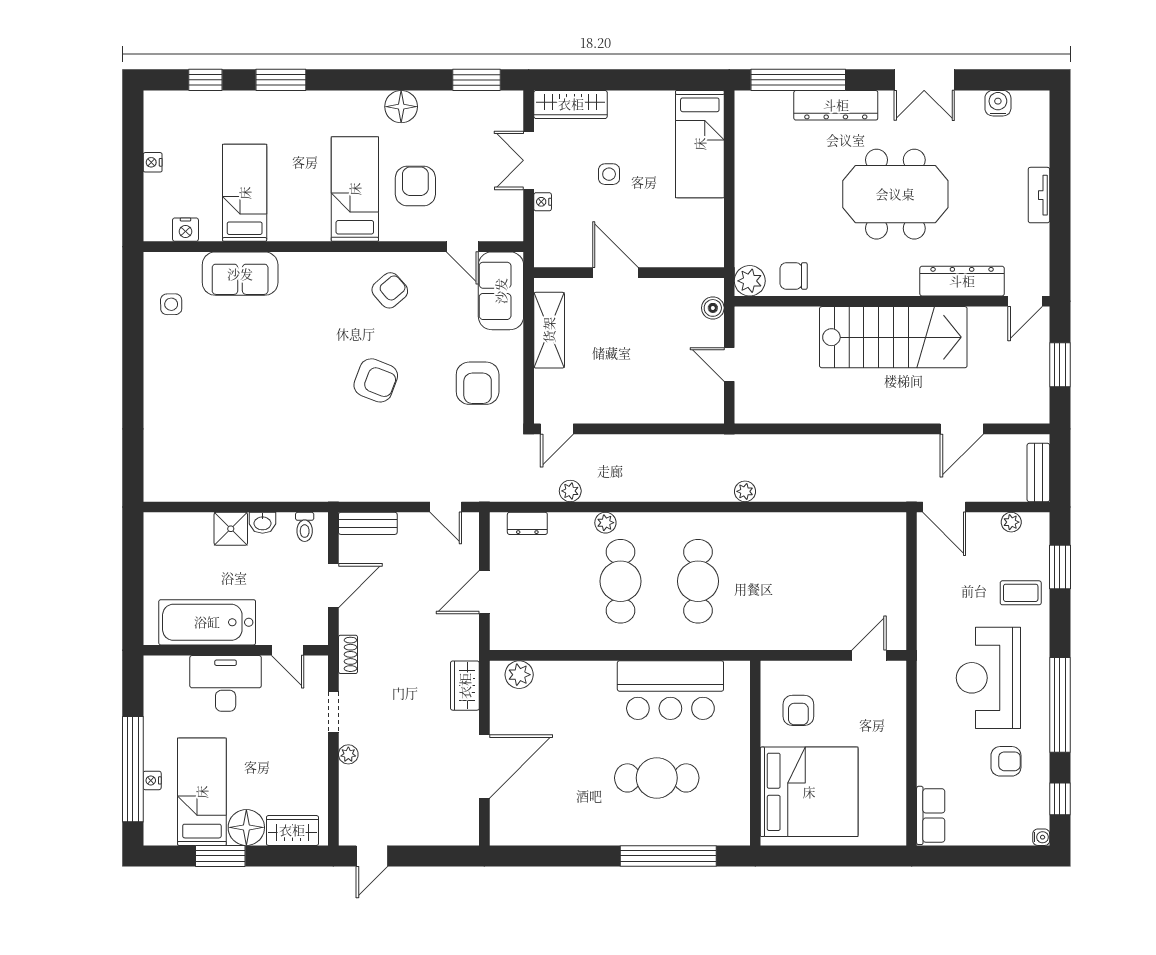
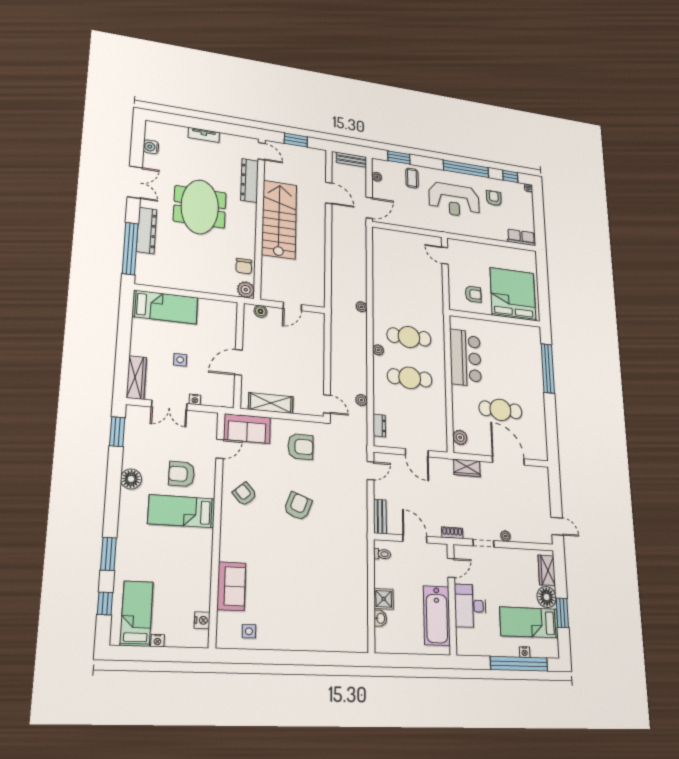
bed: (245, 193) -> (137, 614), moved, turned 90
washbasin: (263, 523) -> (380, 618), moved
plant: (605, 523) -> (378, 350), moved
cafe table: (657, 778) -> (500, 410), moved, turned 90

